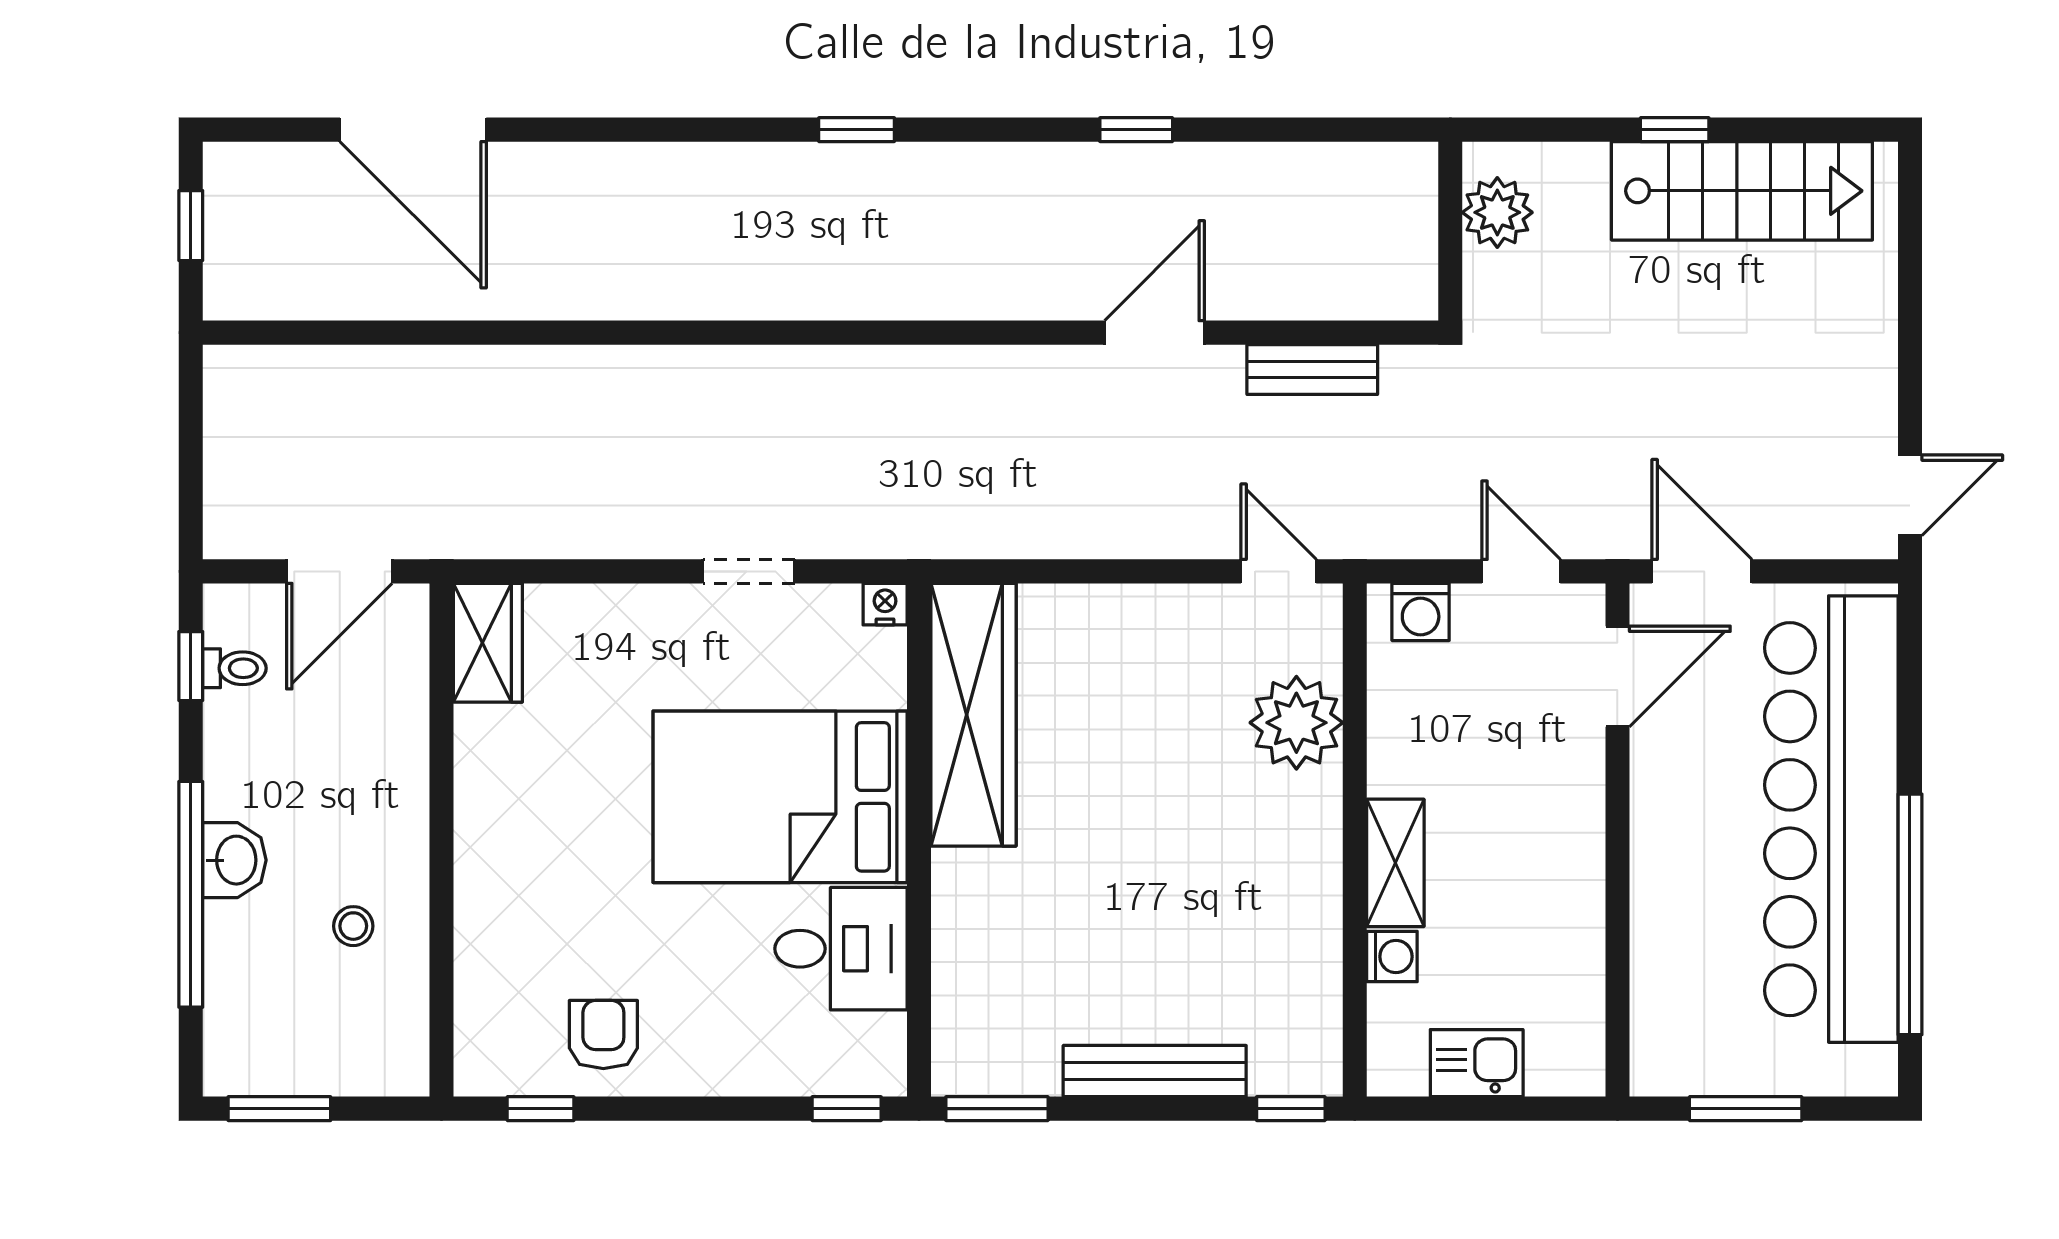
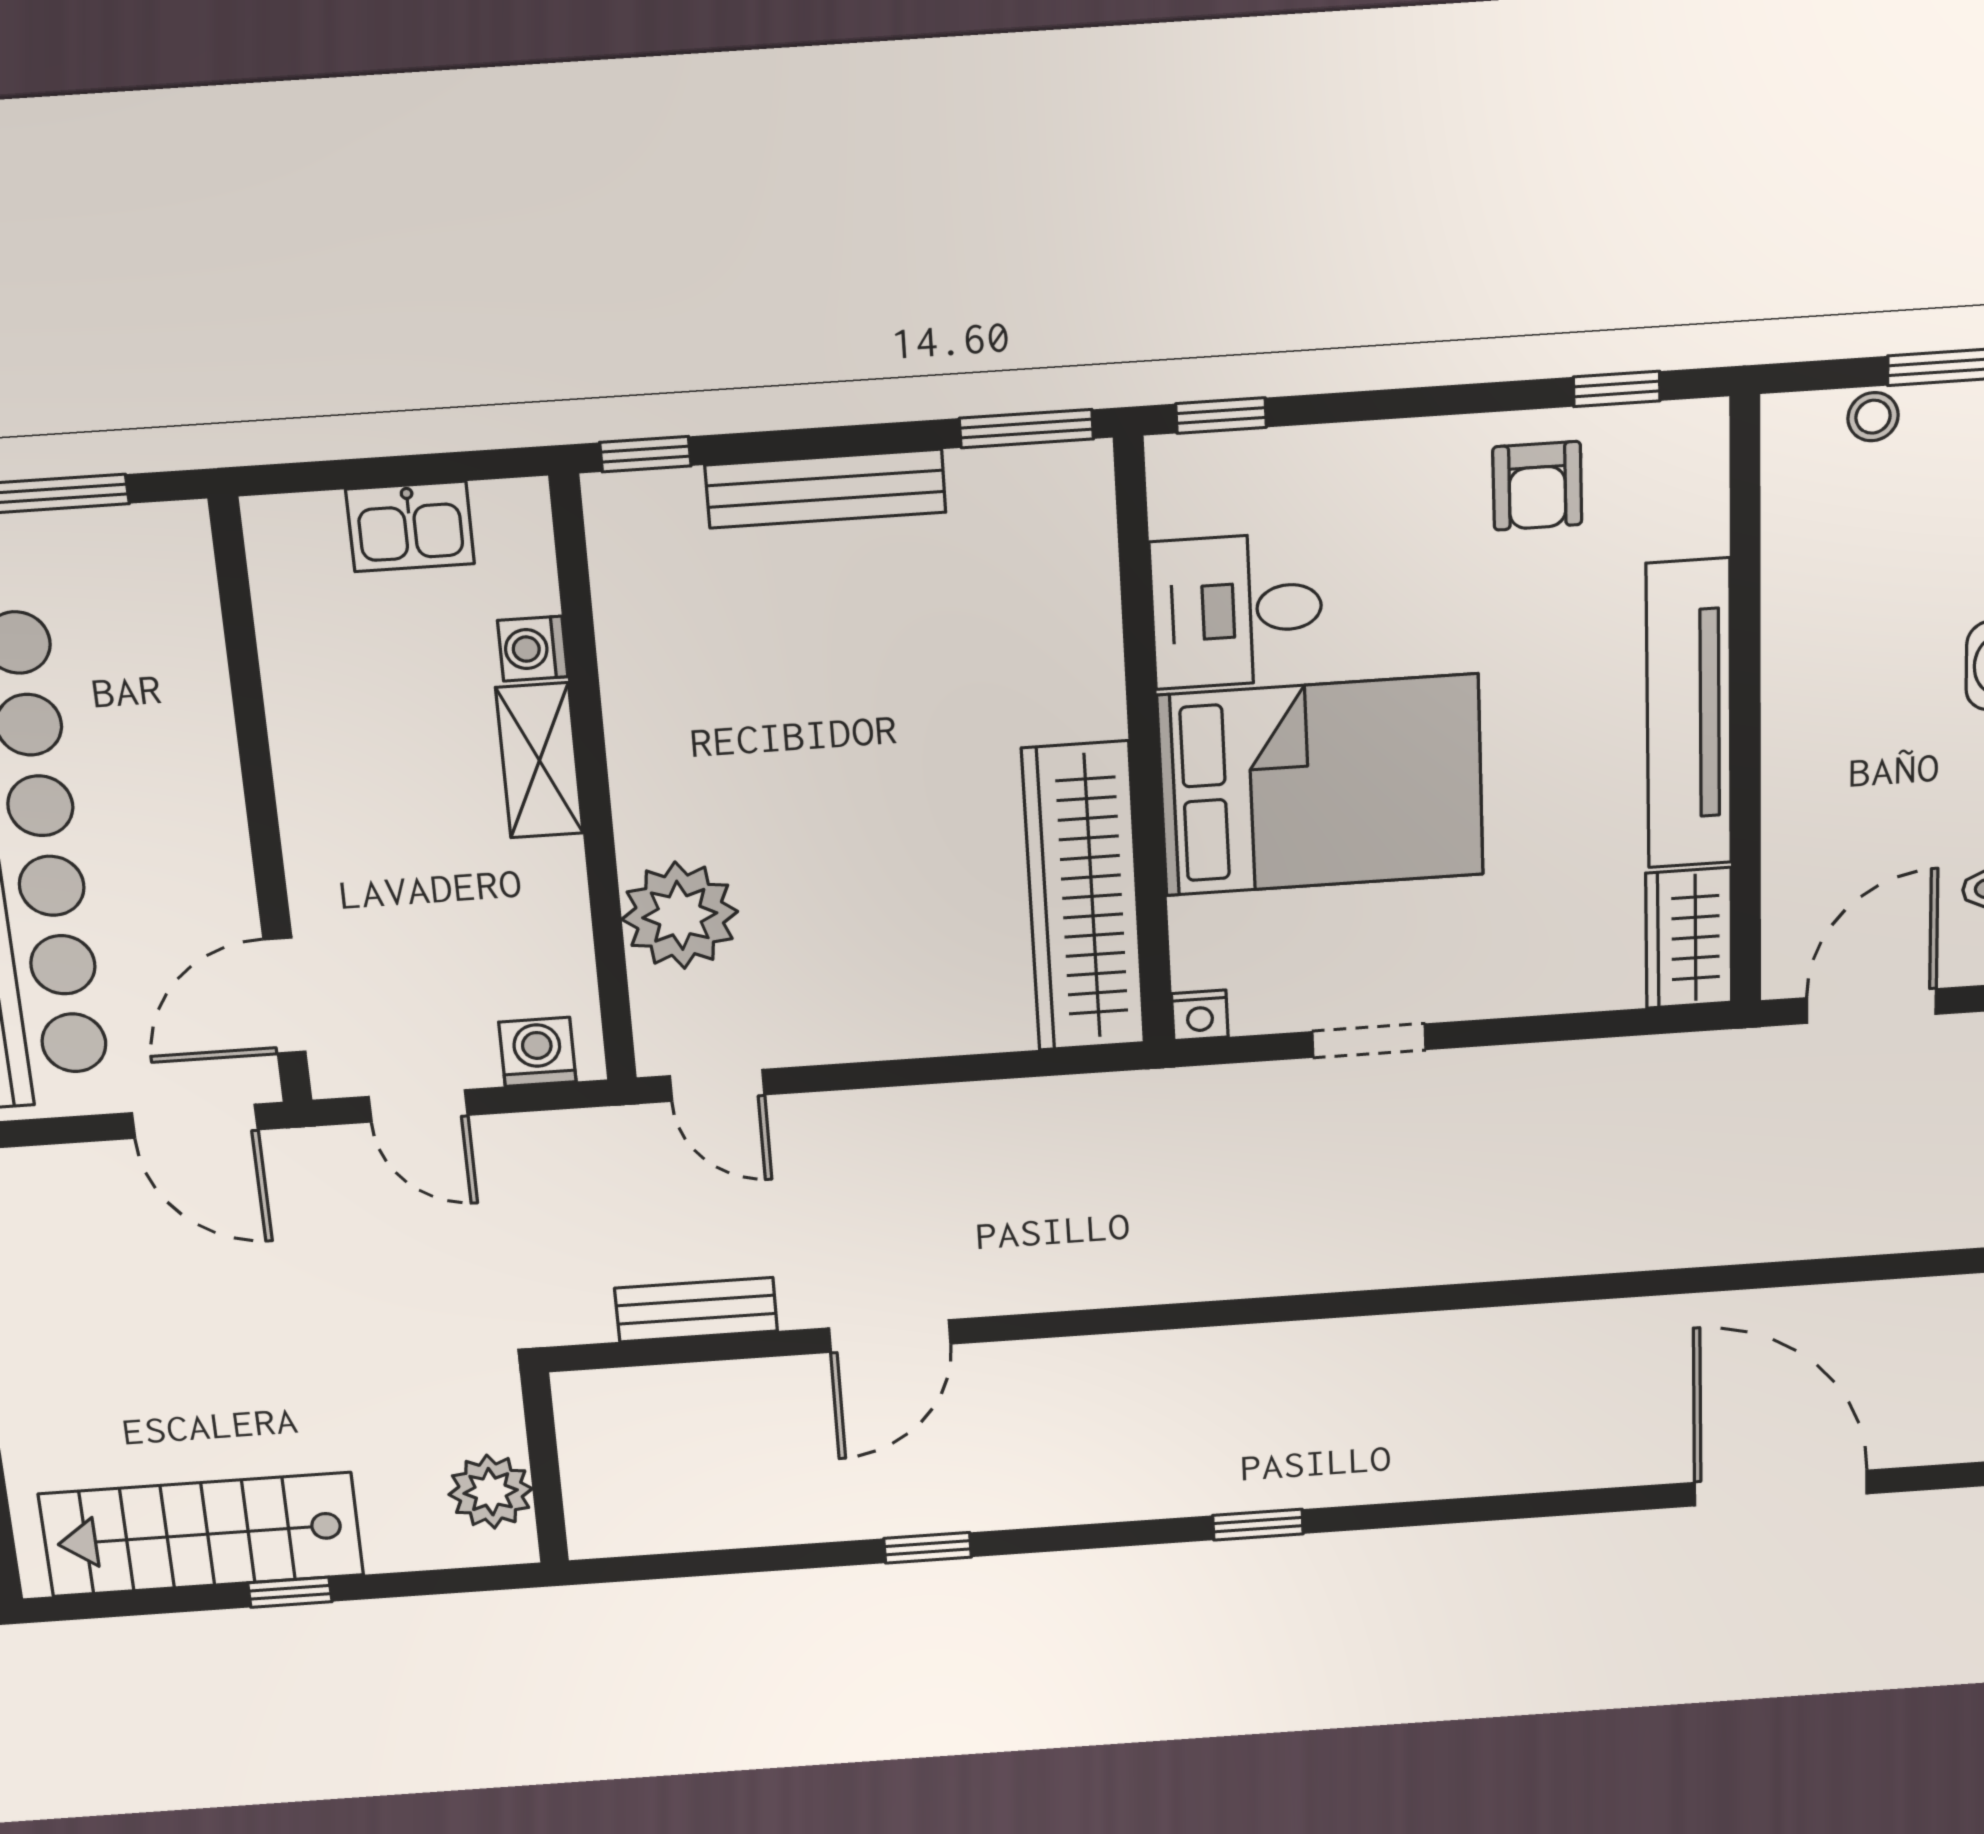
tv unit: (486, 836) -> (1689, 714), added
stool: (353, 926) -> (1873, 417), moved

